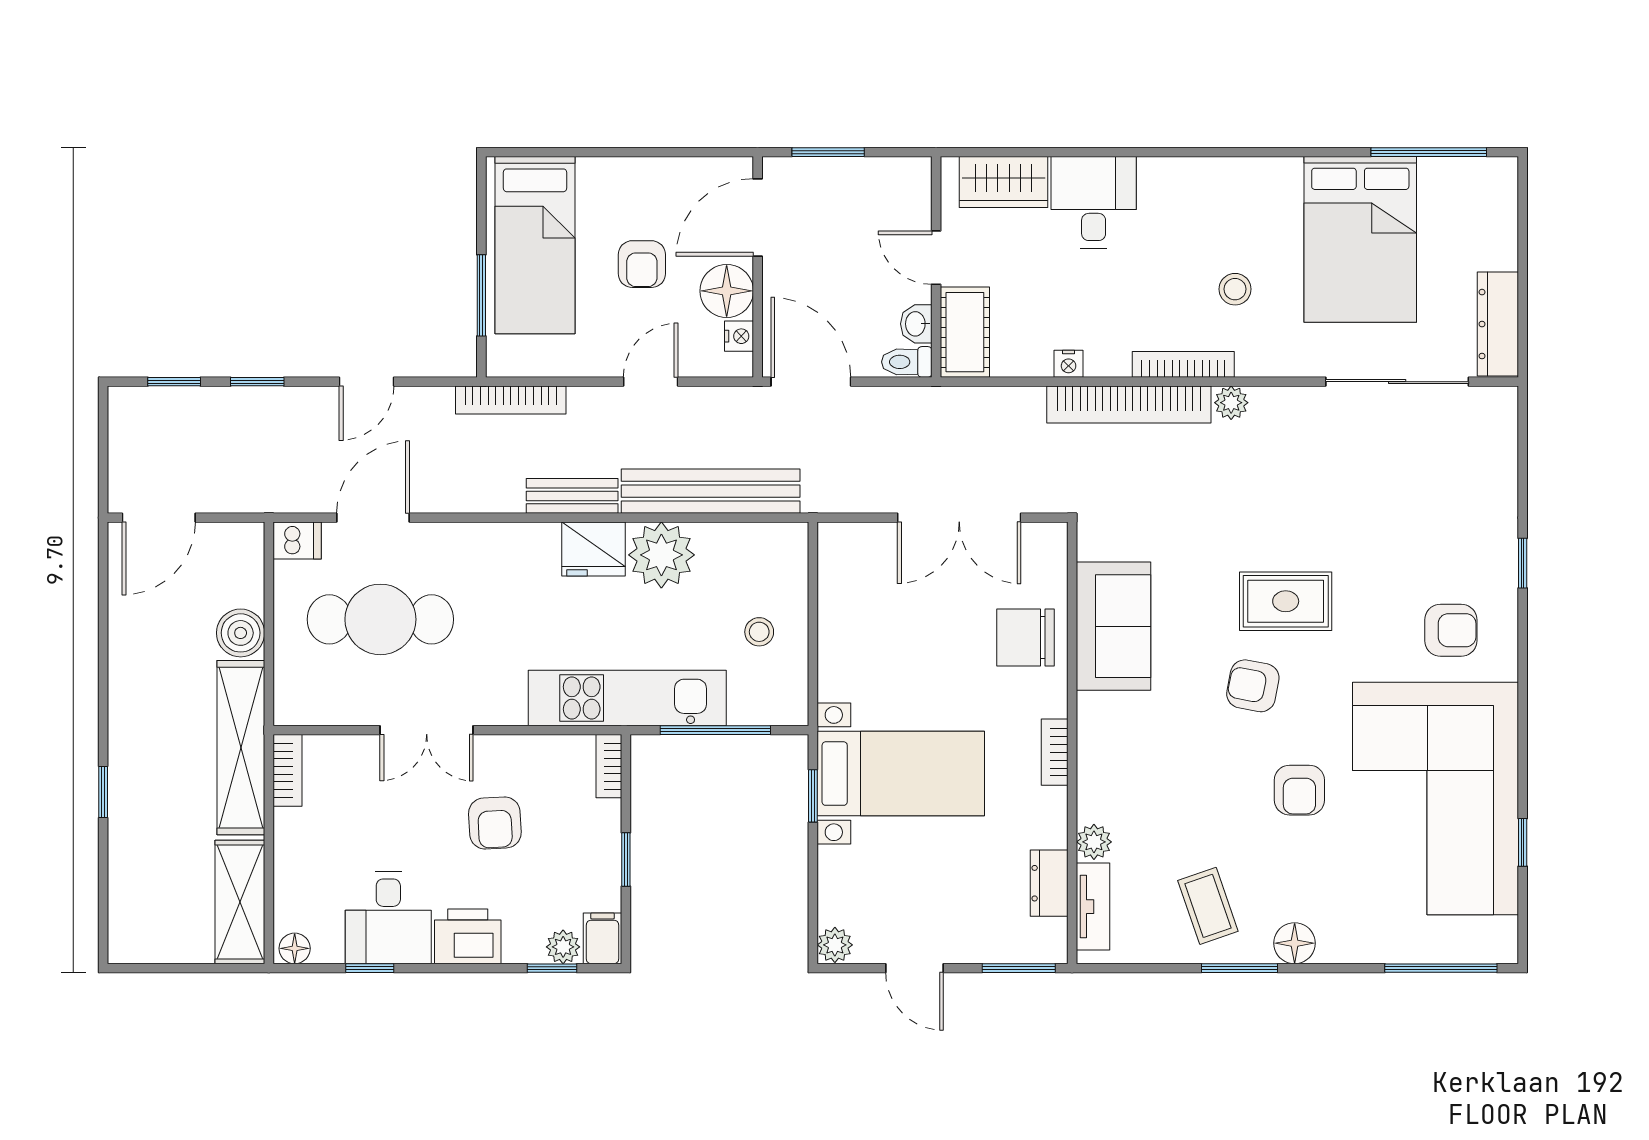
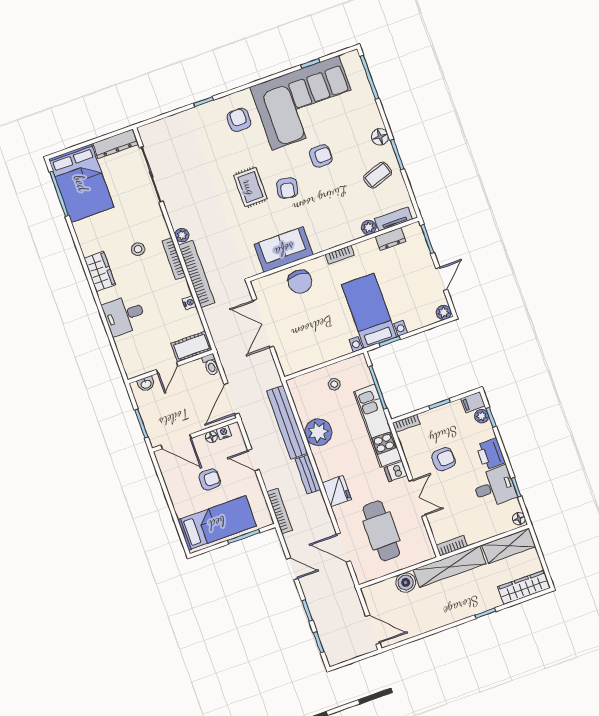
wardrobe: (1004, 182) -> (100, 271), moved
bed: (1360, 239) -> (81, 183), moved, turned 90
floor lamp: (727, 291) -> (211, 437), width x0.53, depth x0.53
washbasin: (916, 324) -> (146, 384), moved
double door: (959, 518) -> (263, 323), swing flipped
dishwasher: (297, 541) -> (396, 471), moved, turned -90
fridge: (593, 549) -> (337, 491), moved
wardrobe: (131, 903) -> (524, 587), added

